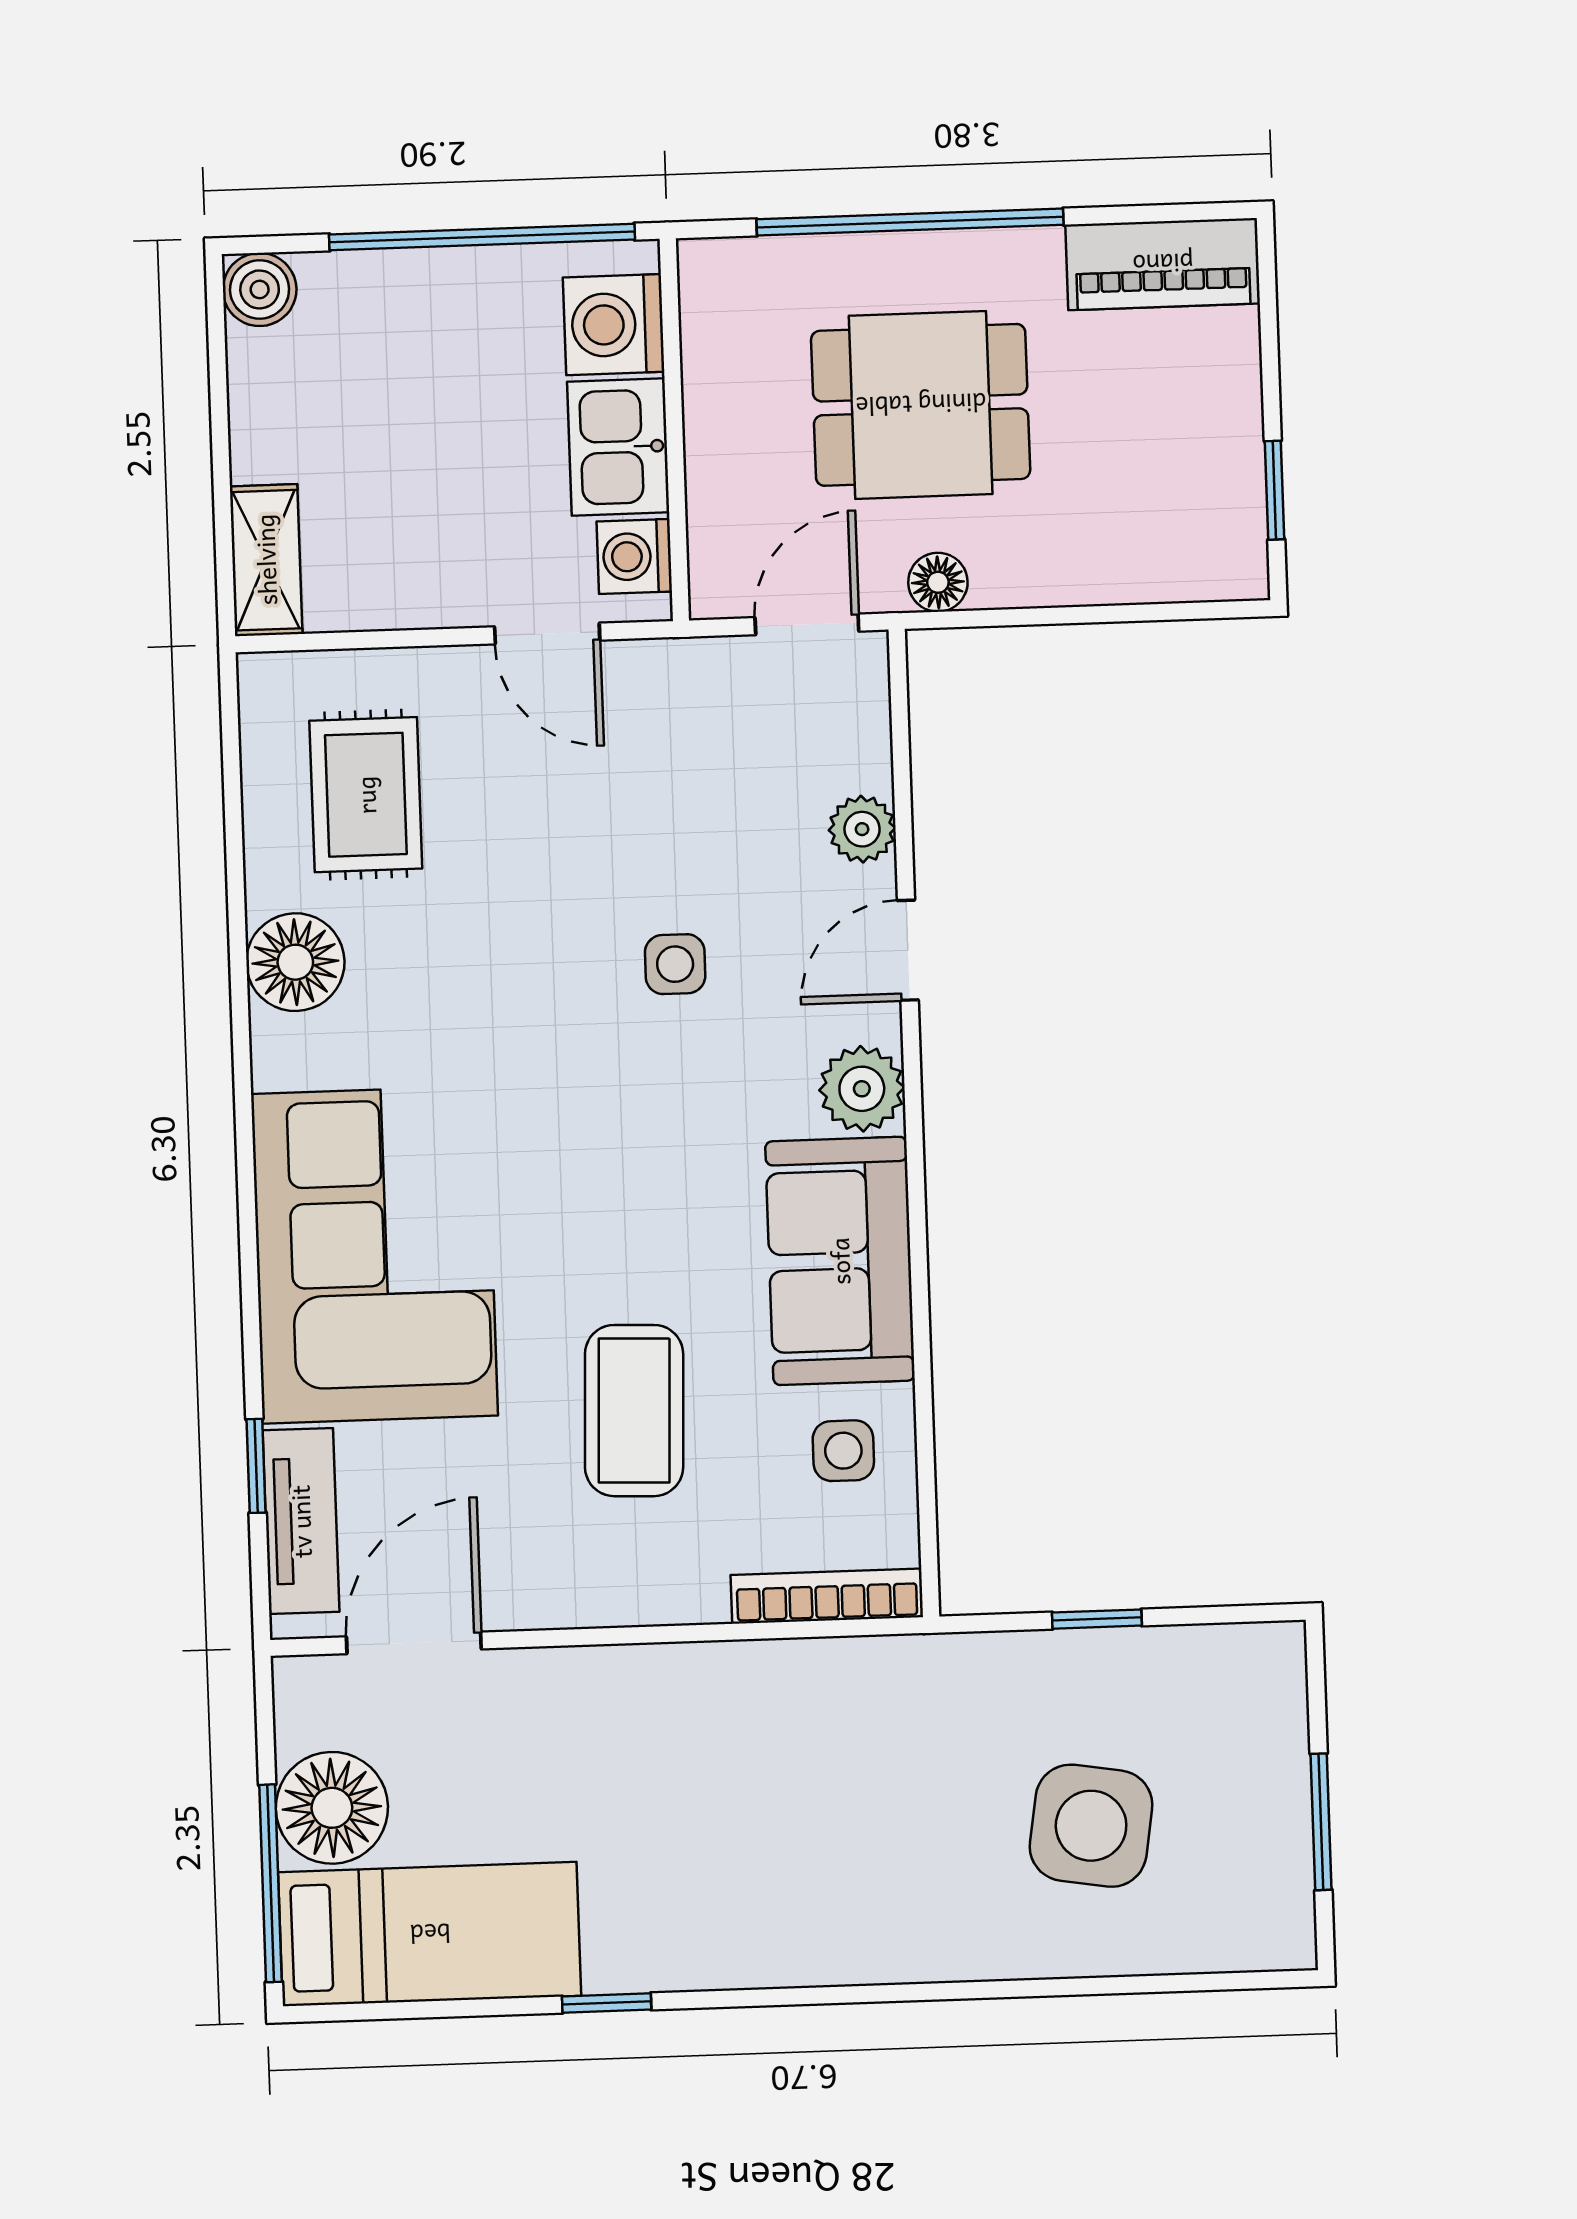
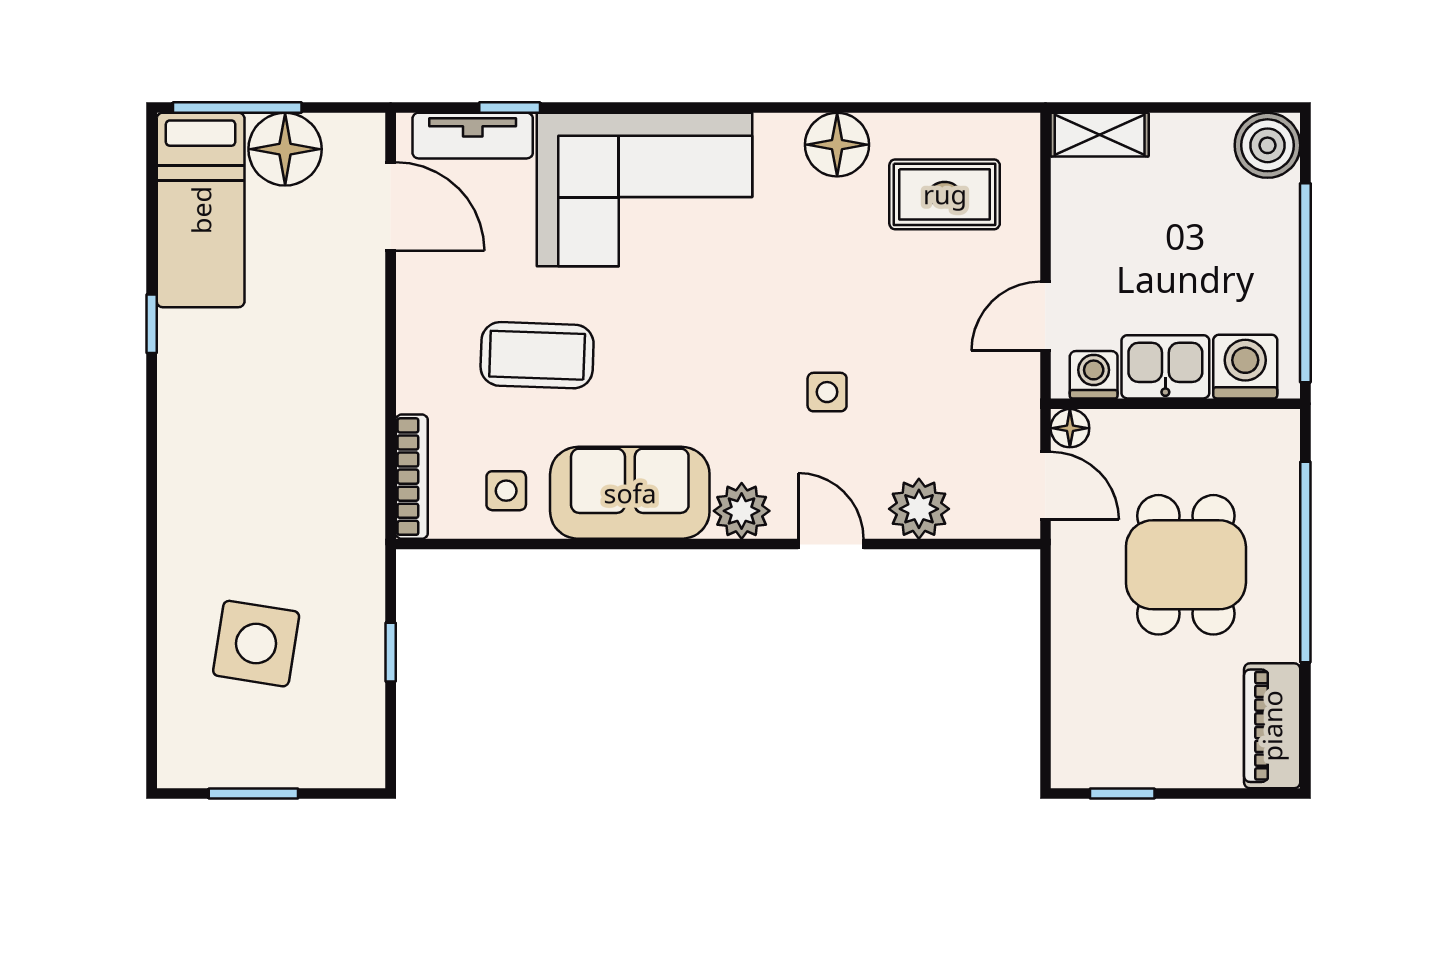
boiler: (260, 289) -> (1267, 145), width x1.36, depth x1.36
floor lamp: (938, 582) -> (1070, 428), moved
plant: (862, 829) -> (919, 509), width x1.38, depth x1.38

